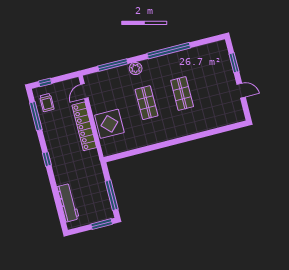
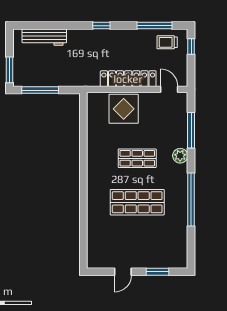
shop shelf: (182, 94) -> (137, 202), width x1.43, depth x1.36

